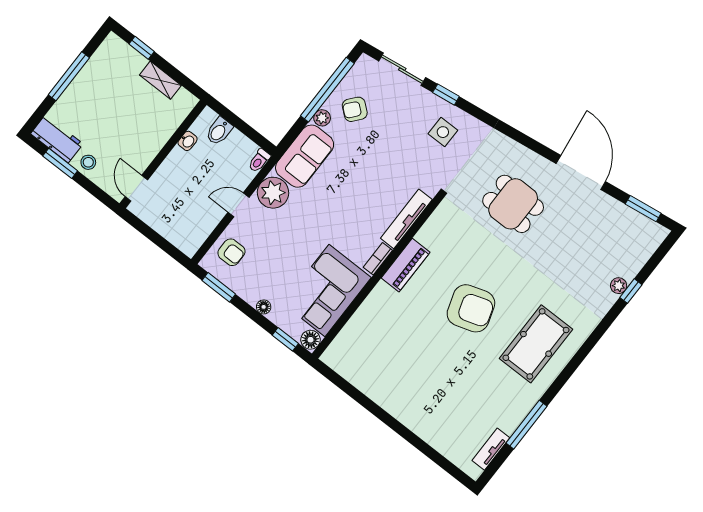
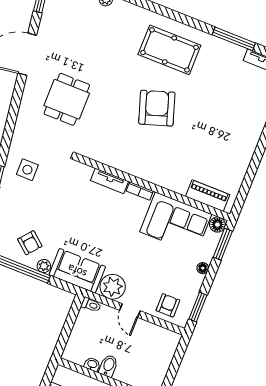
bidet: (219, 131) -> (108, 366), moved, turned -90
tv unit: (406, 219) -> (109, 181), width x0.71
piano: (406, 265) -> (208, 196), moved
window: (285, 339) -> (223, 244), width x1.50

